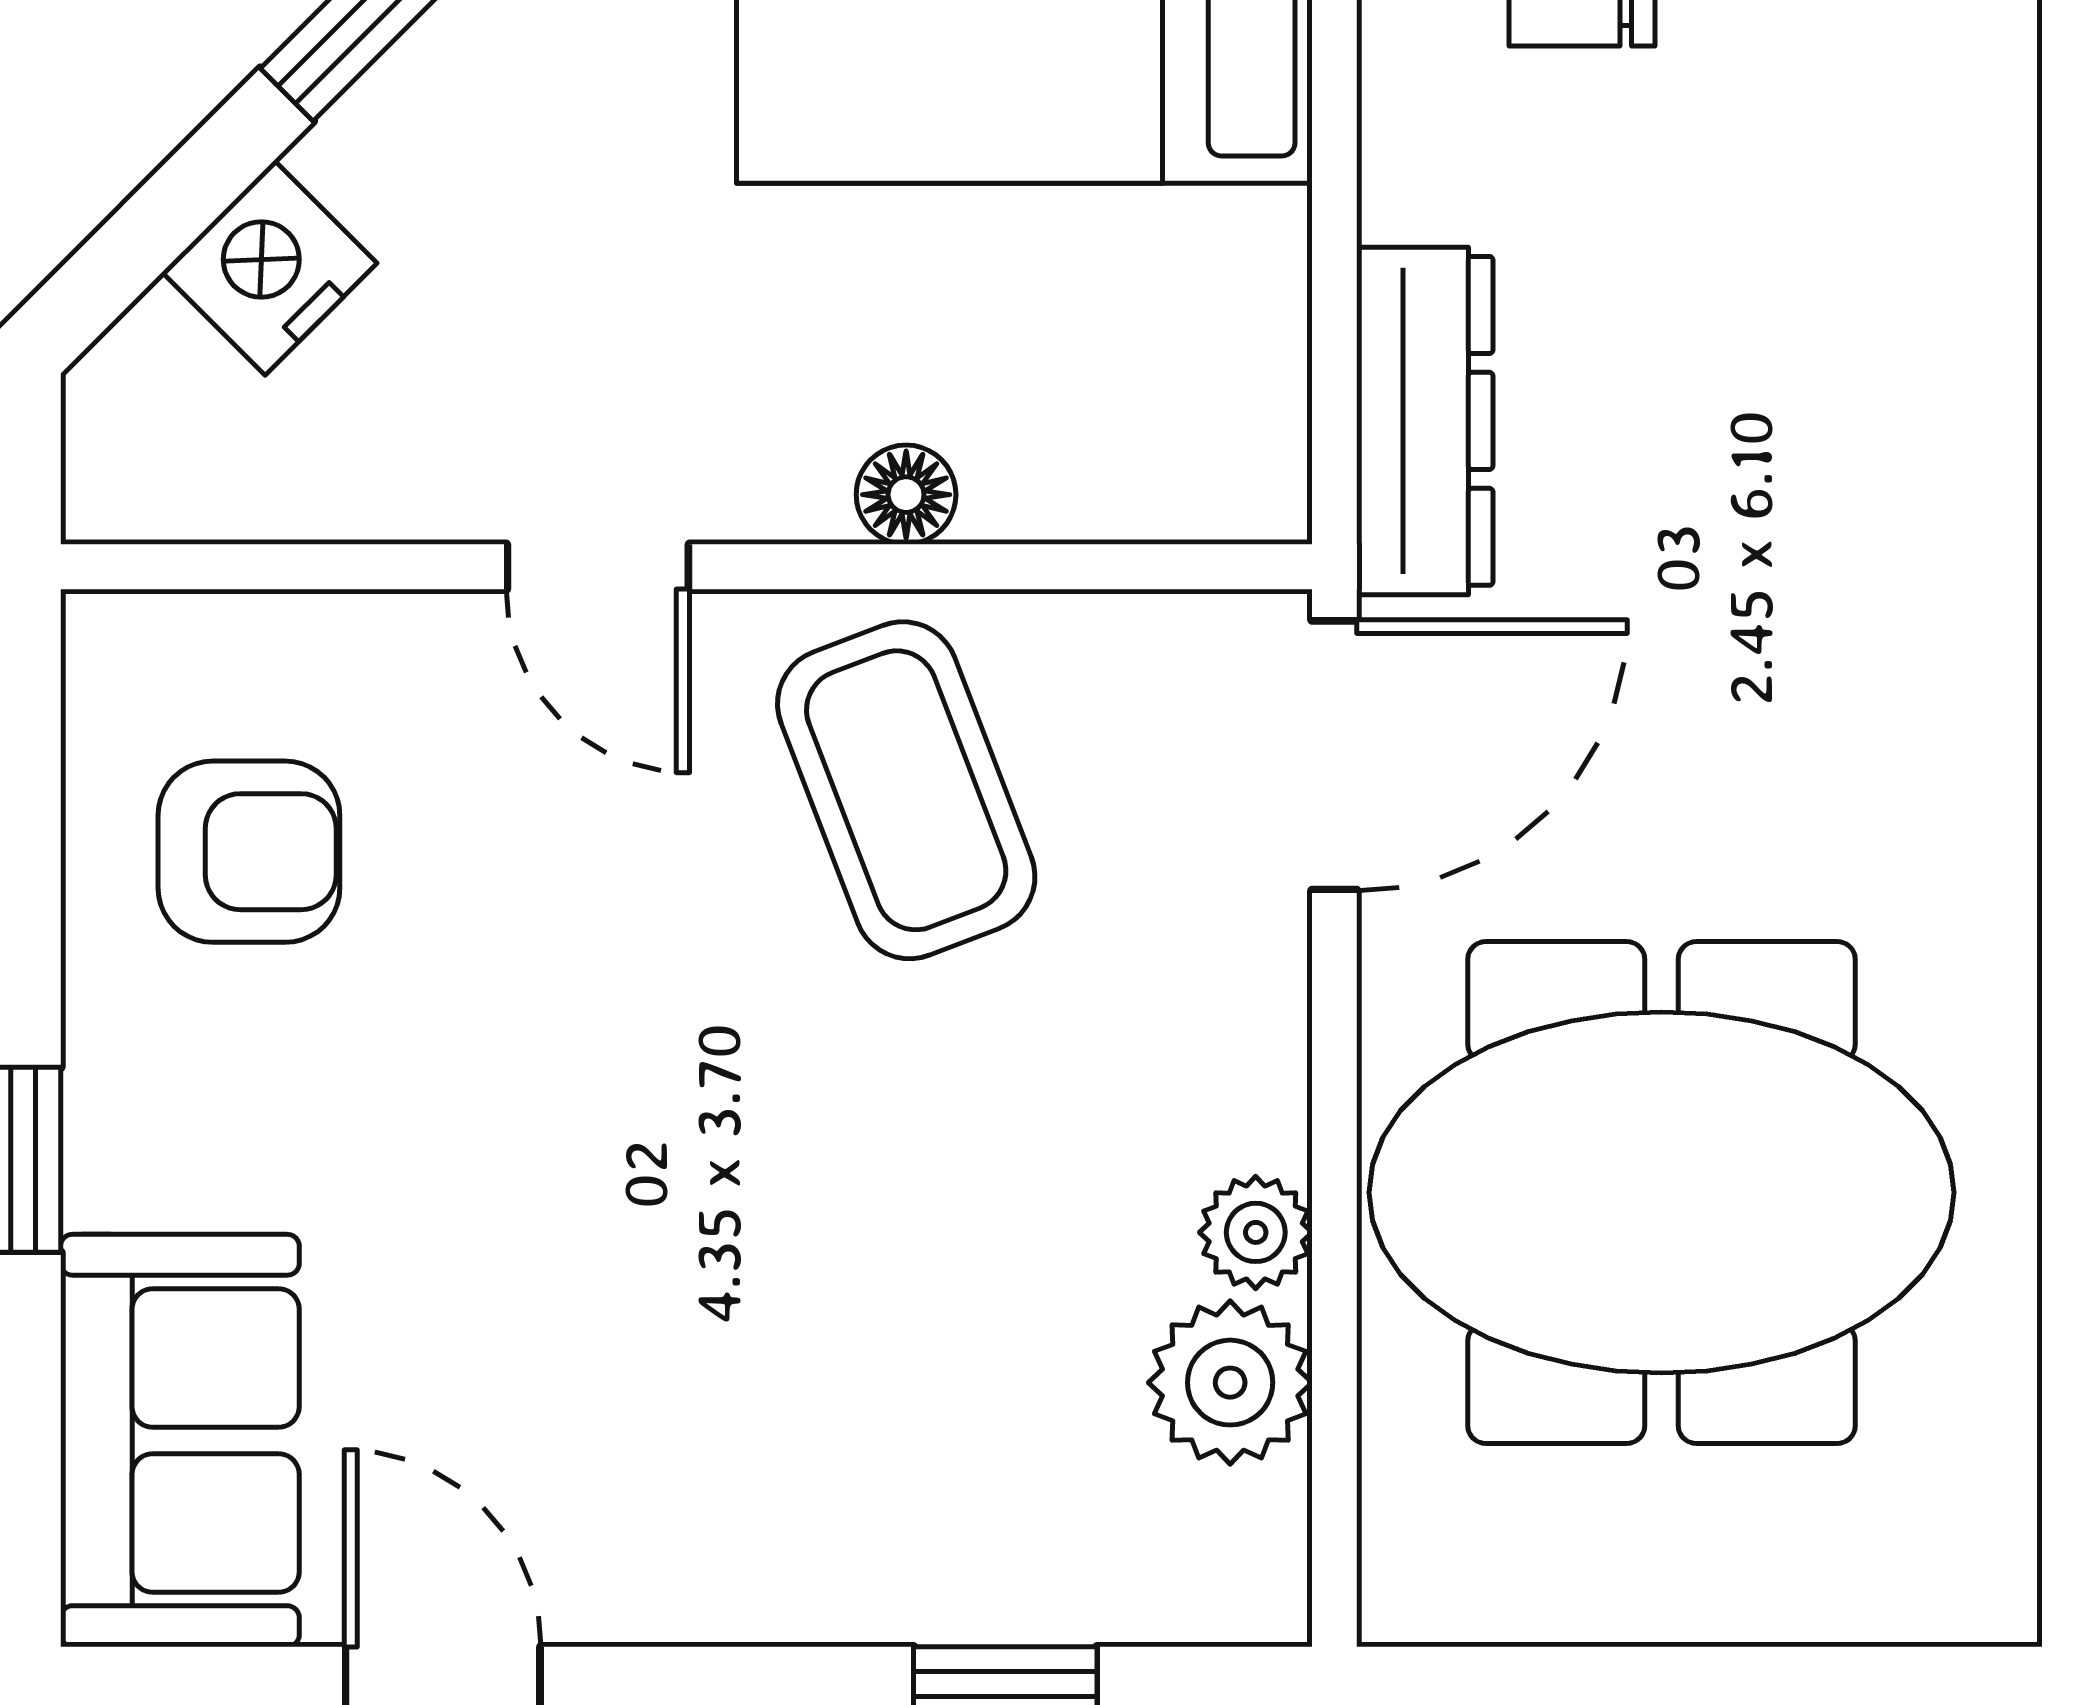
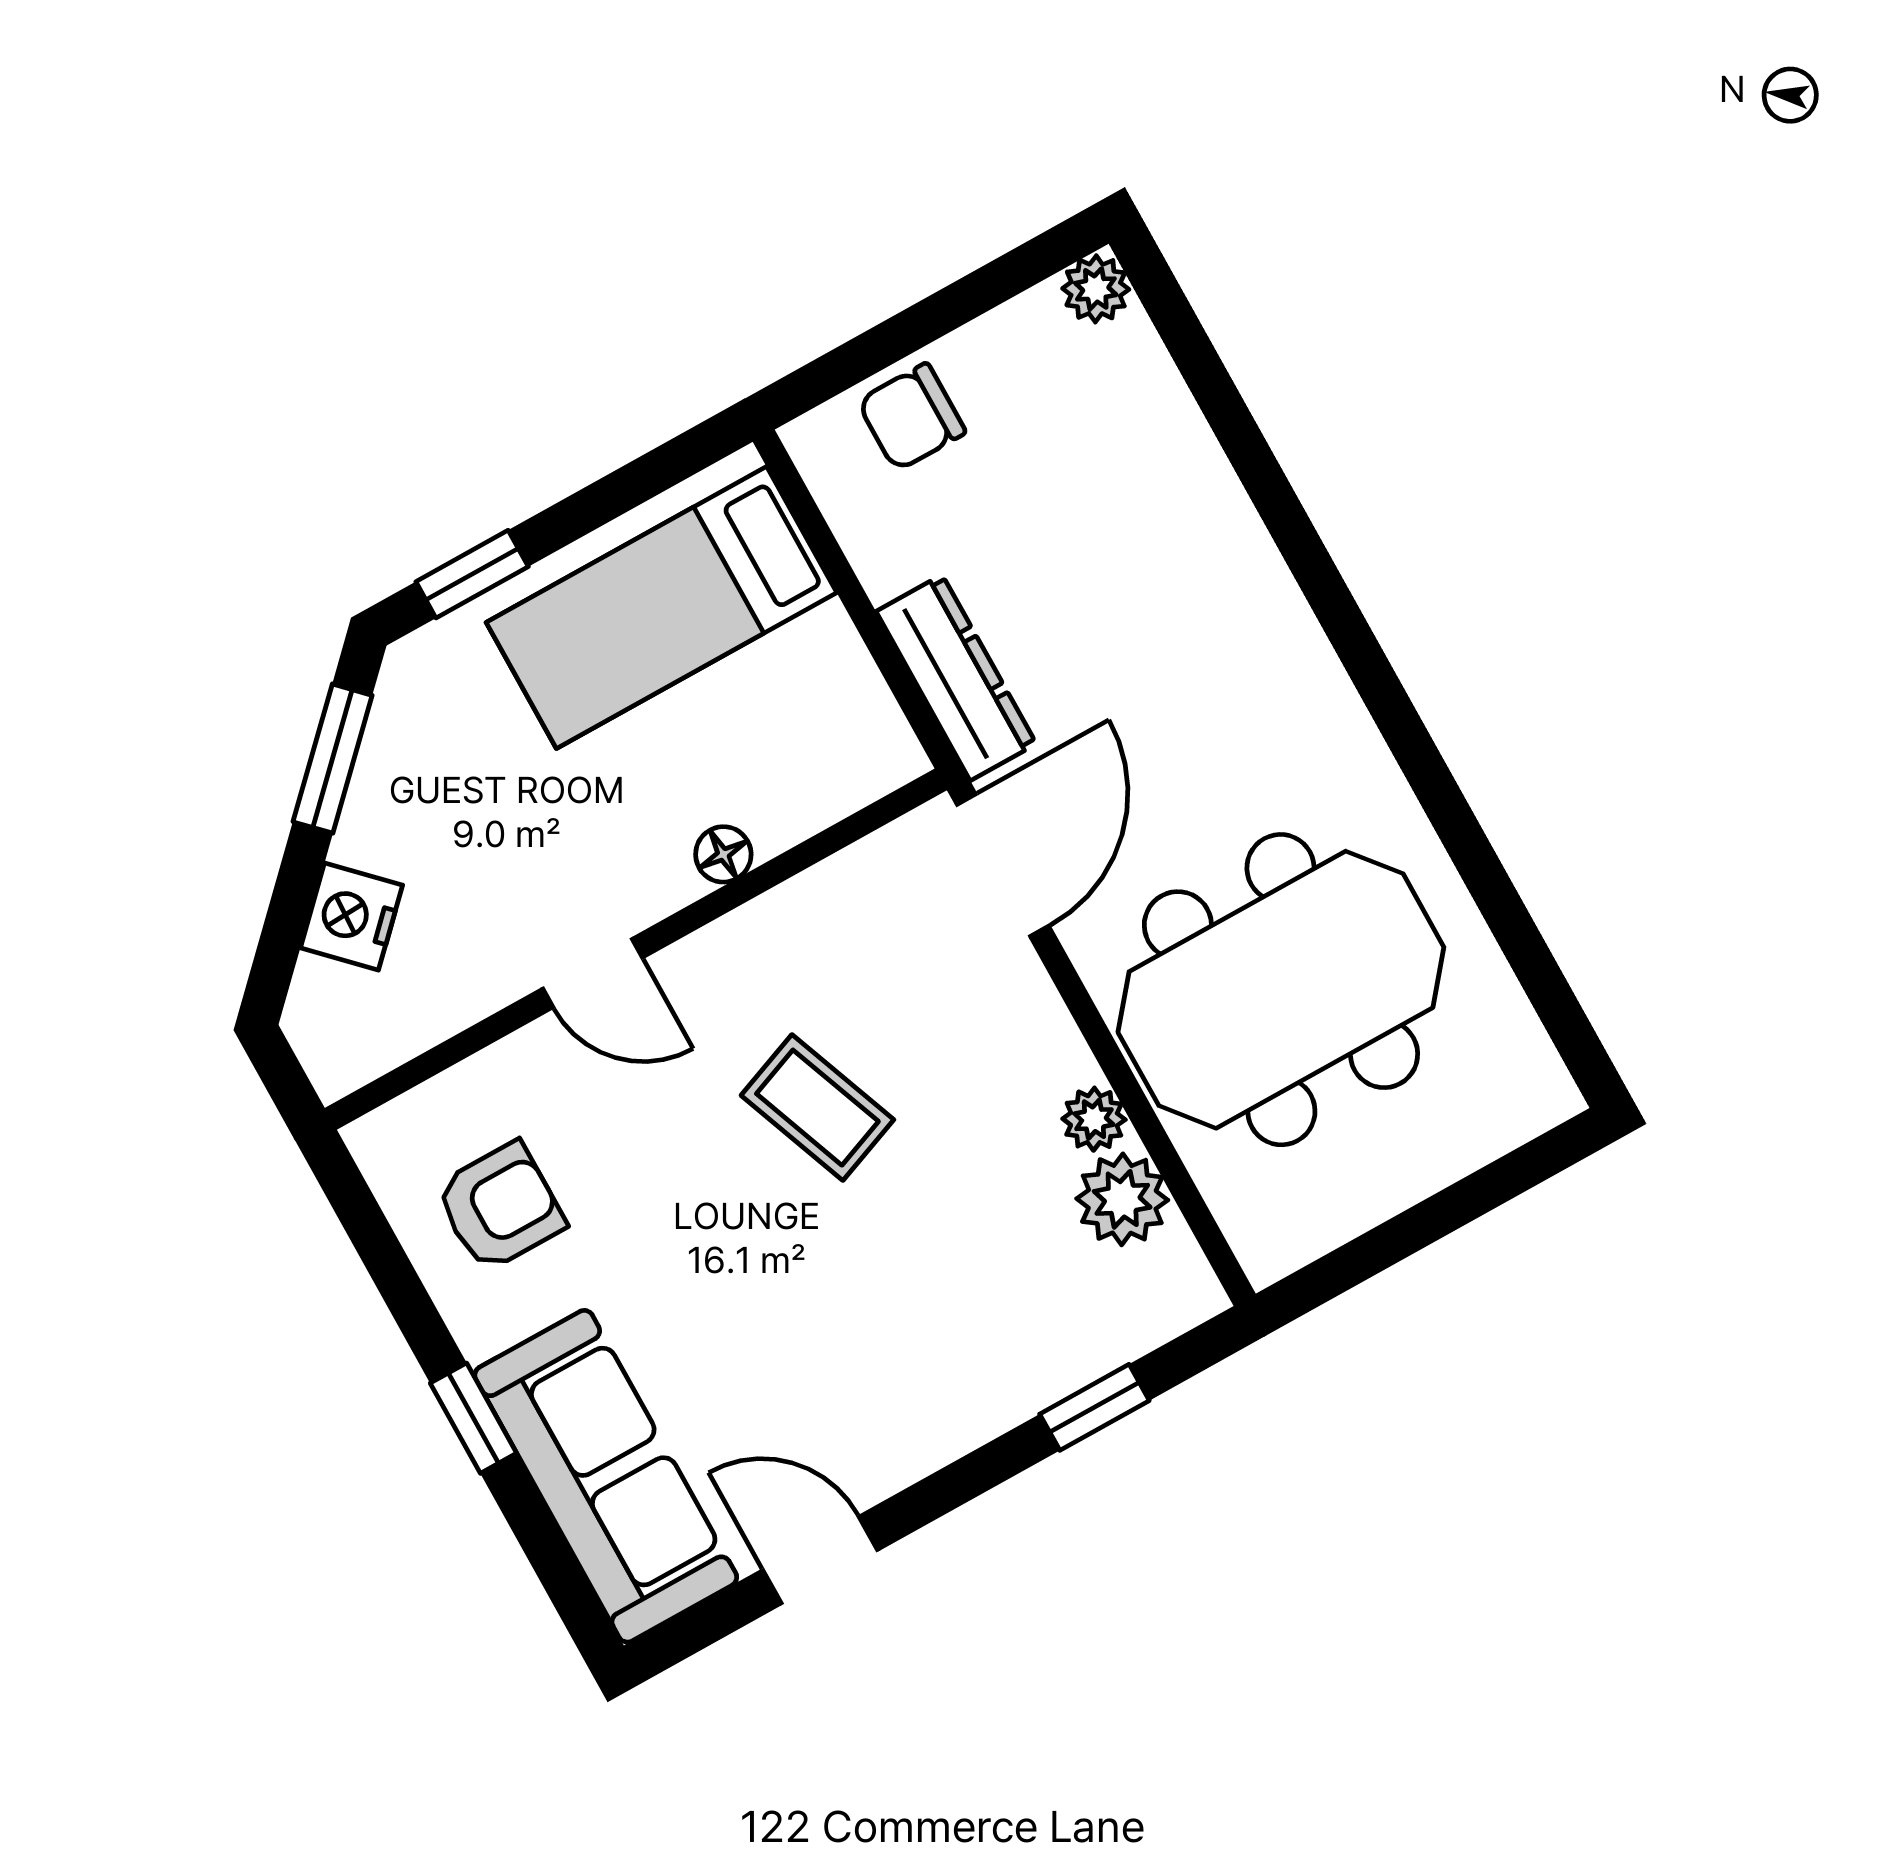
coffee table: (906, 790) -> (817, 1108), moved, width x0.73, depth x0.77
sofa: (180, 1440) -> (606, 1476), width x1.36

